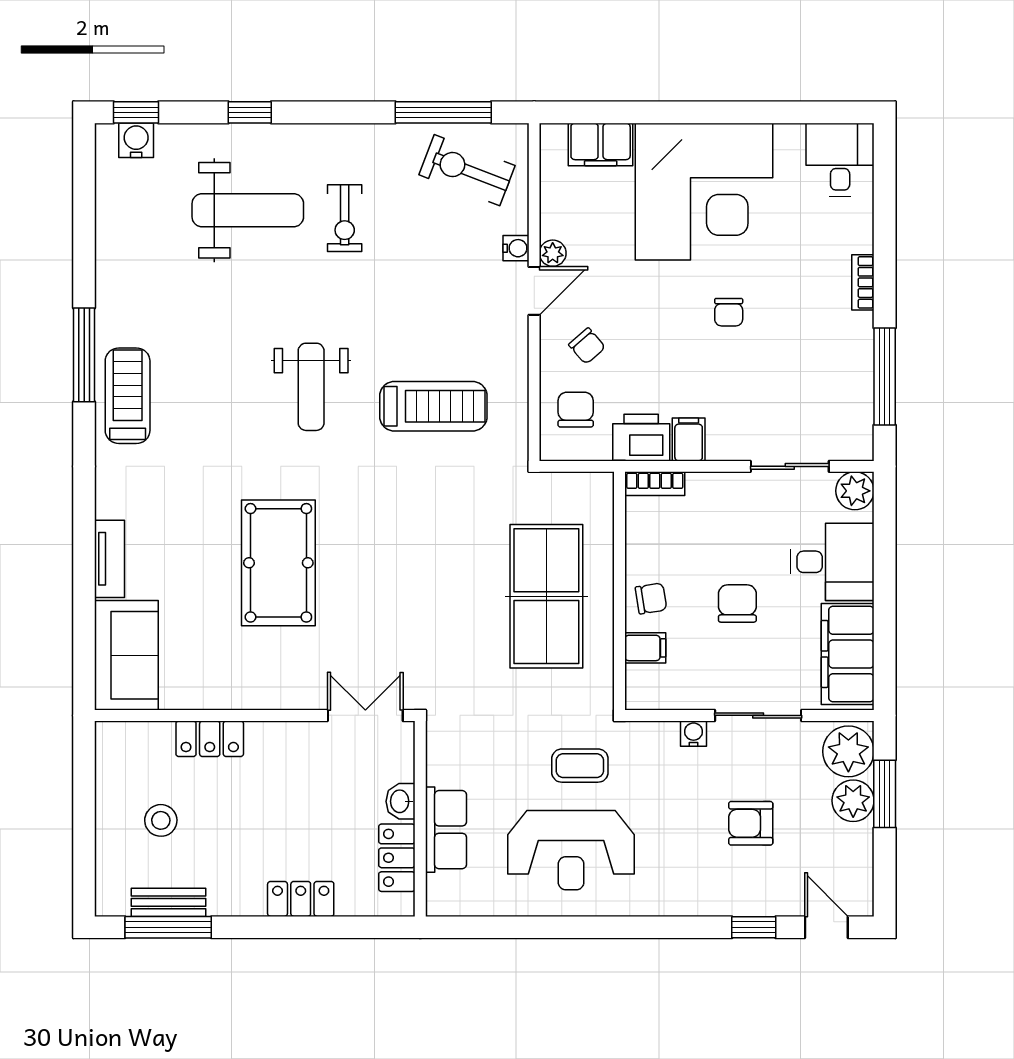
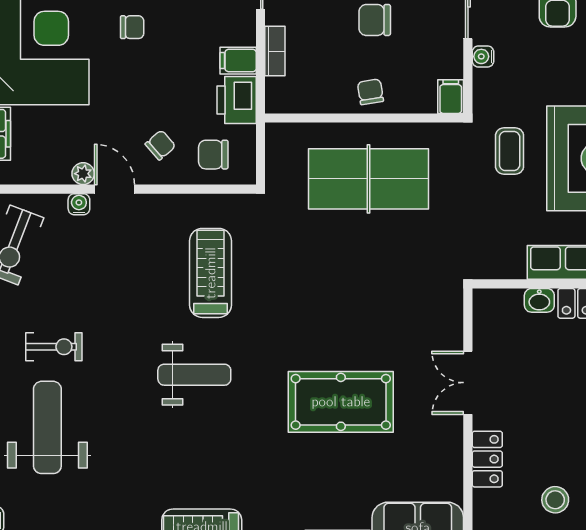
bookcase: (655, 484) -> (275, 51), moved
filing cabinet: (645, 648) -> (451, 97), moved
double door: (365, 715) -> (468, 383), moved

